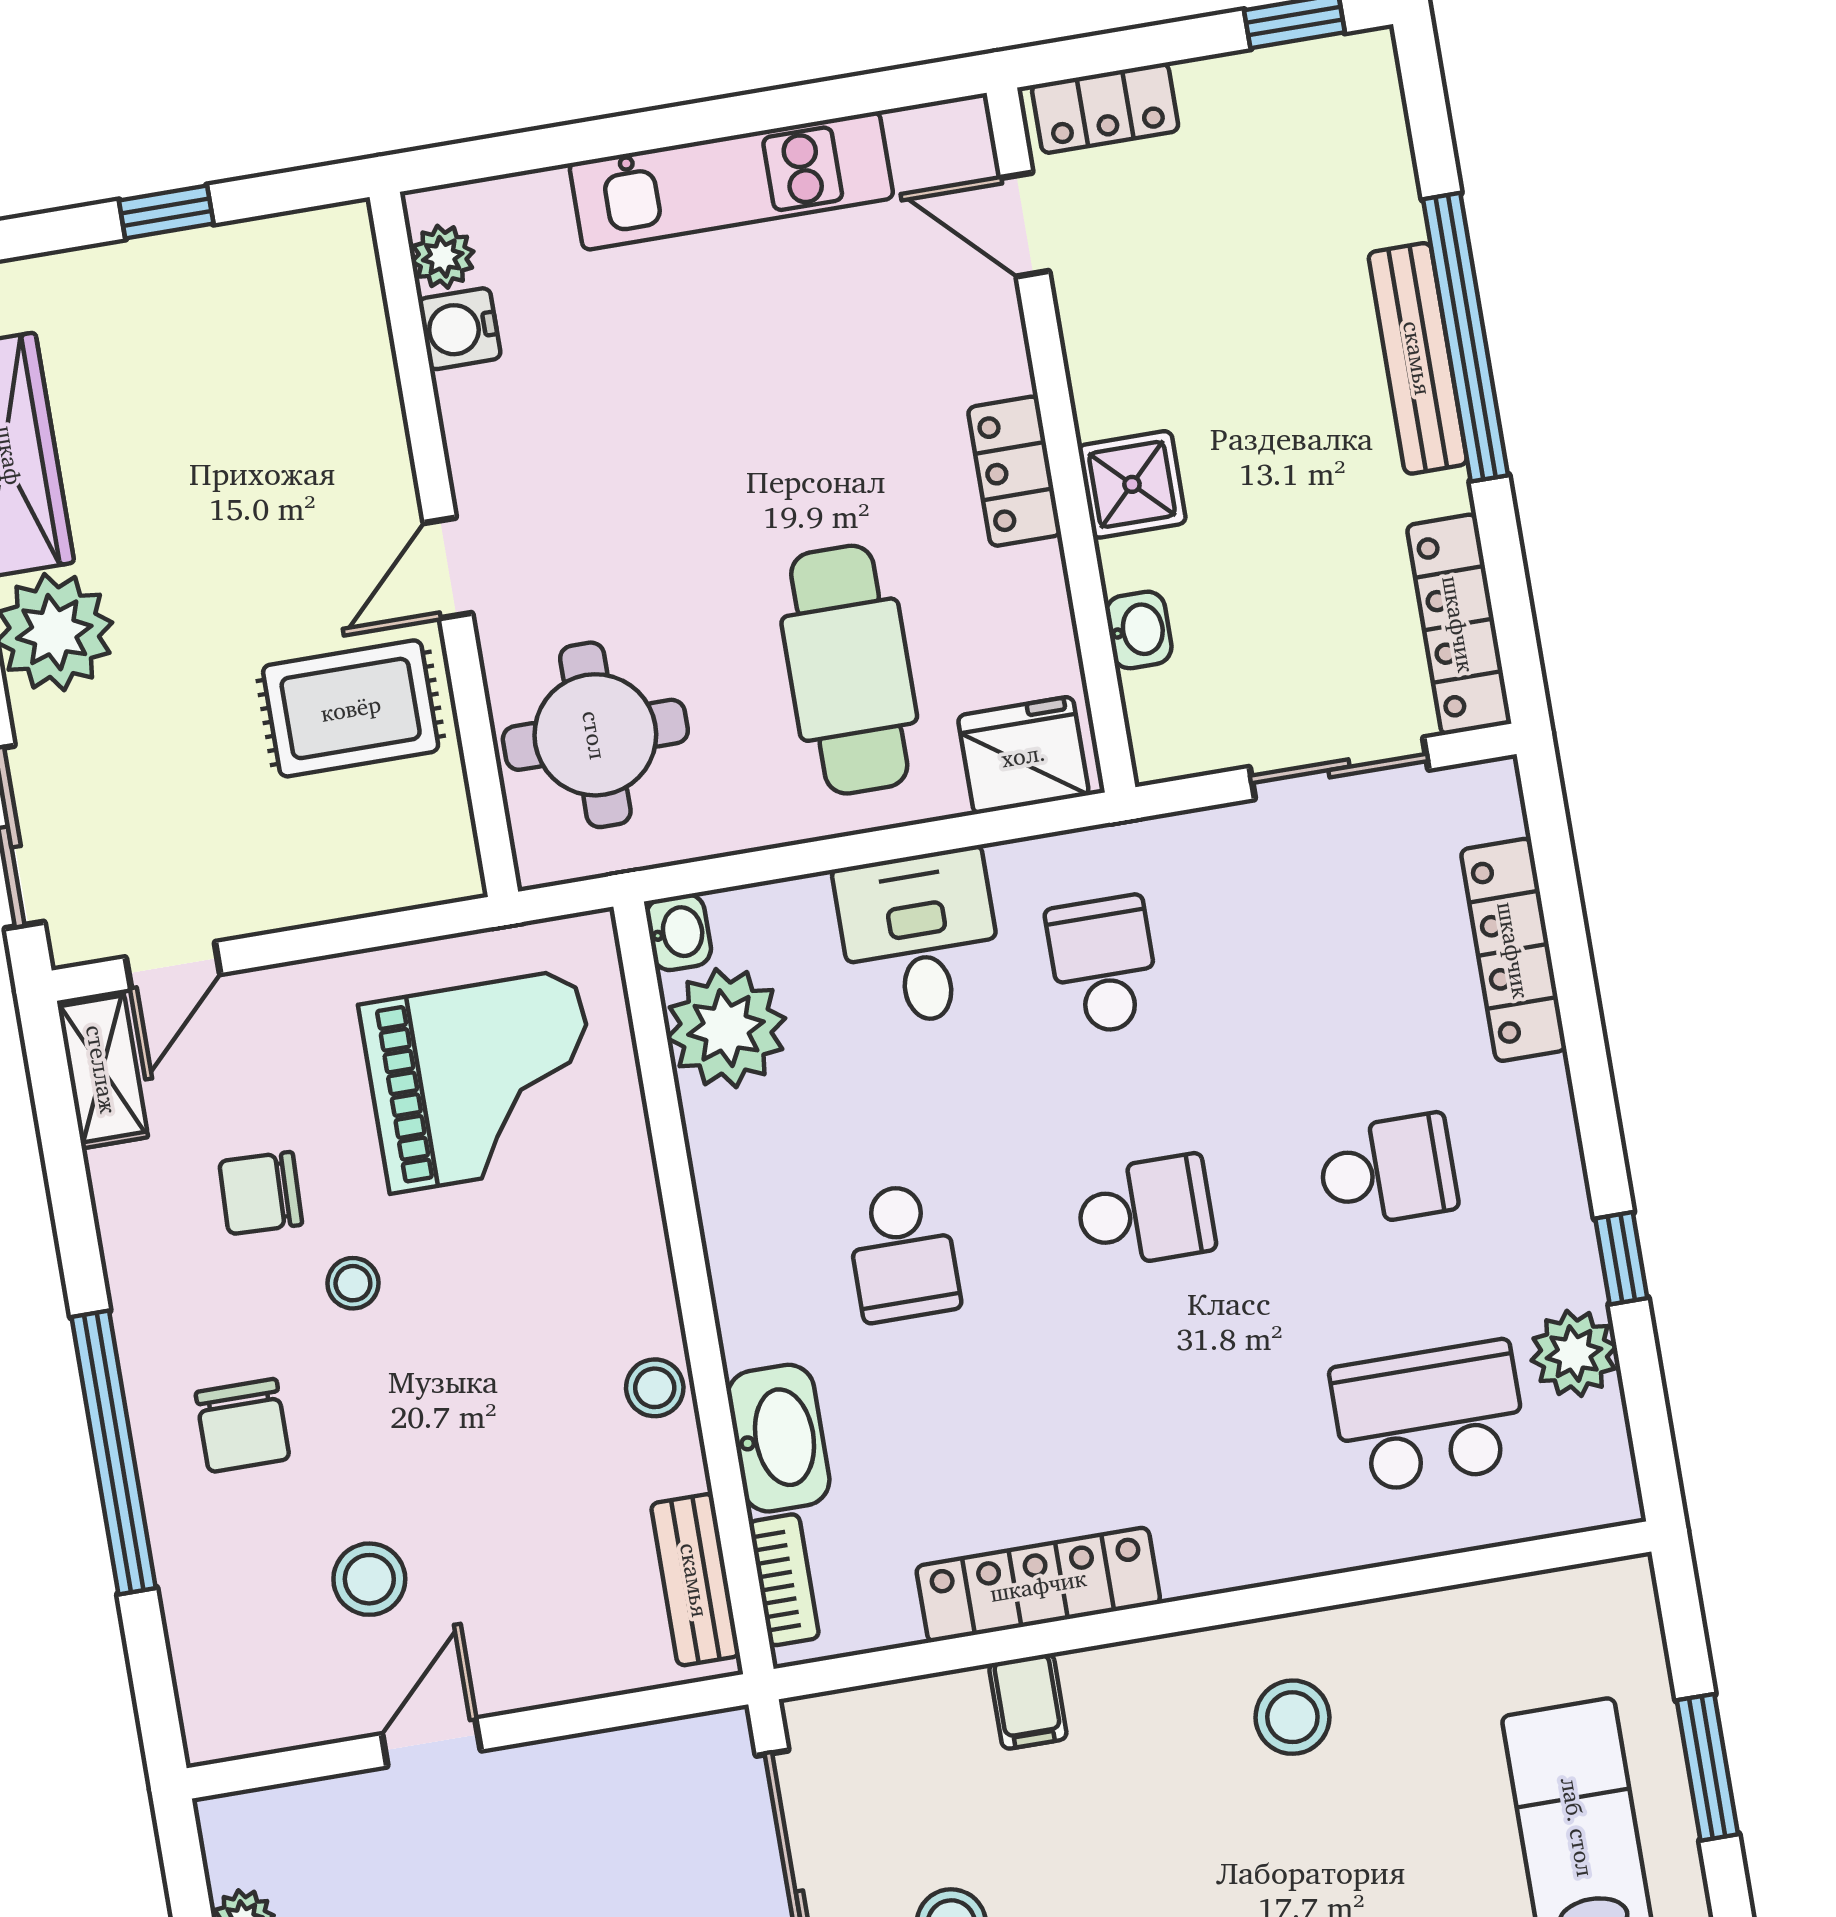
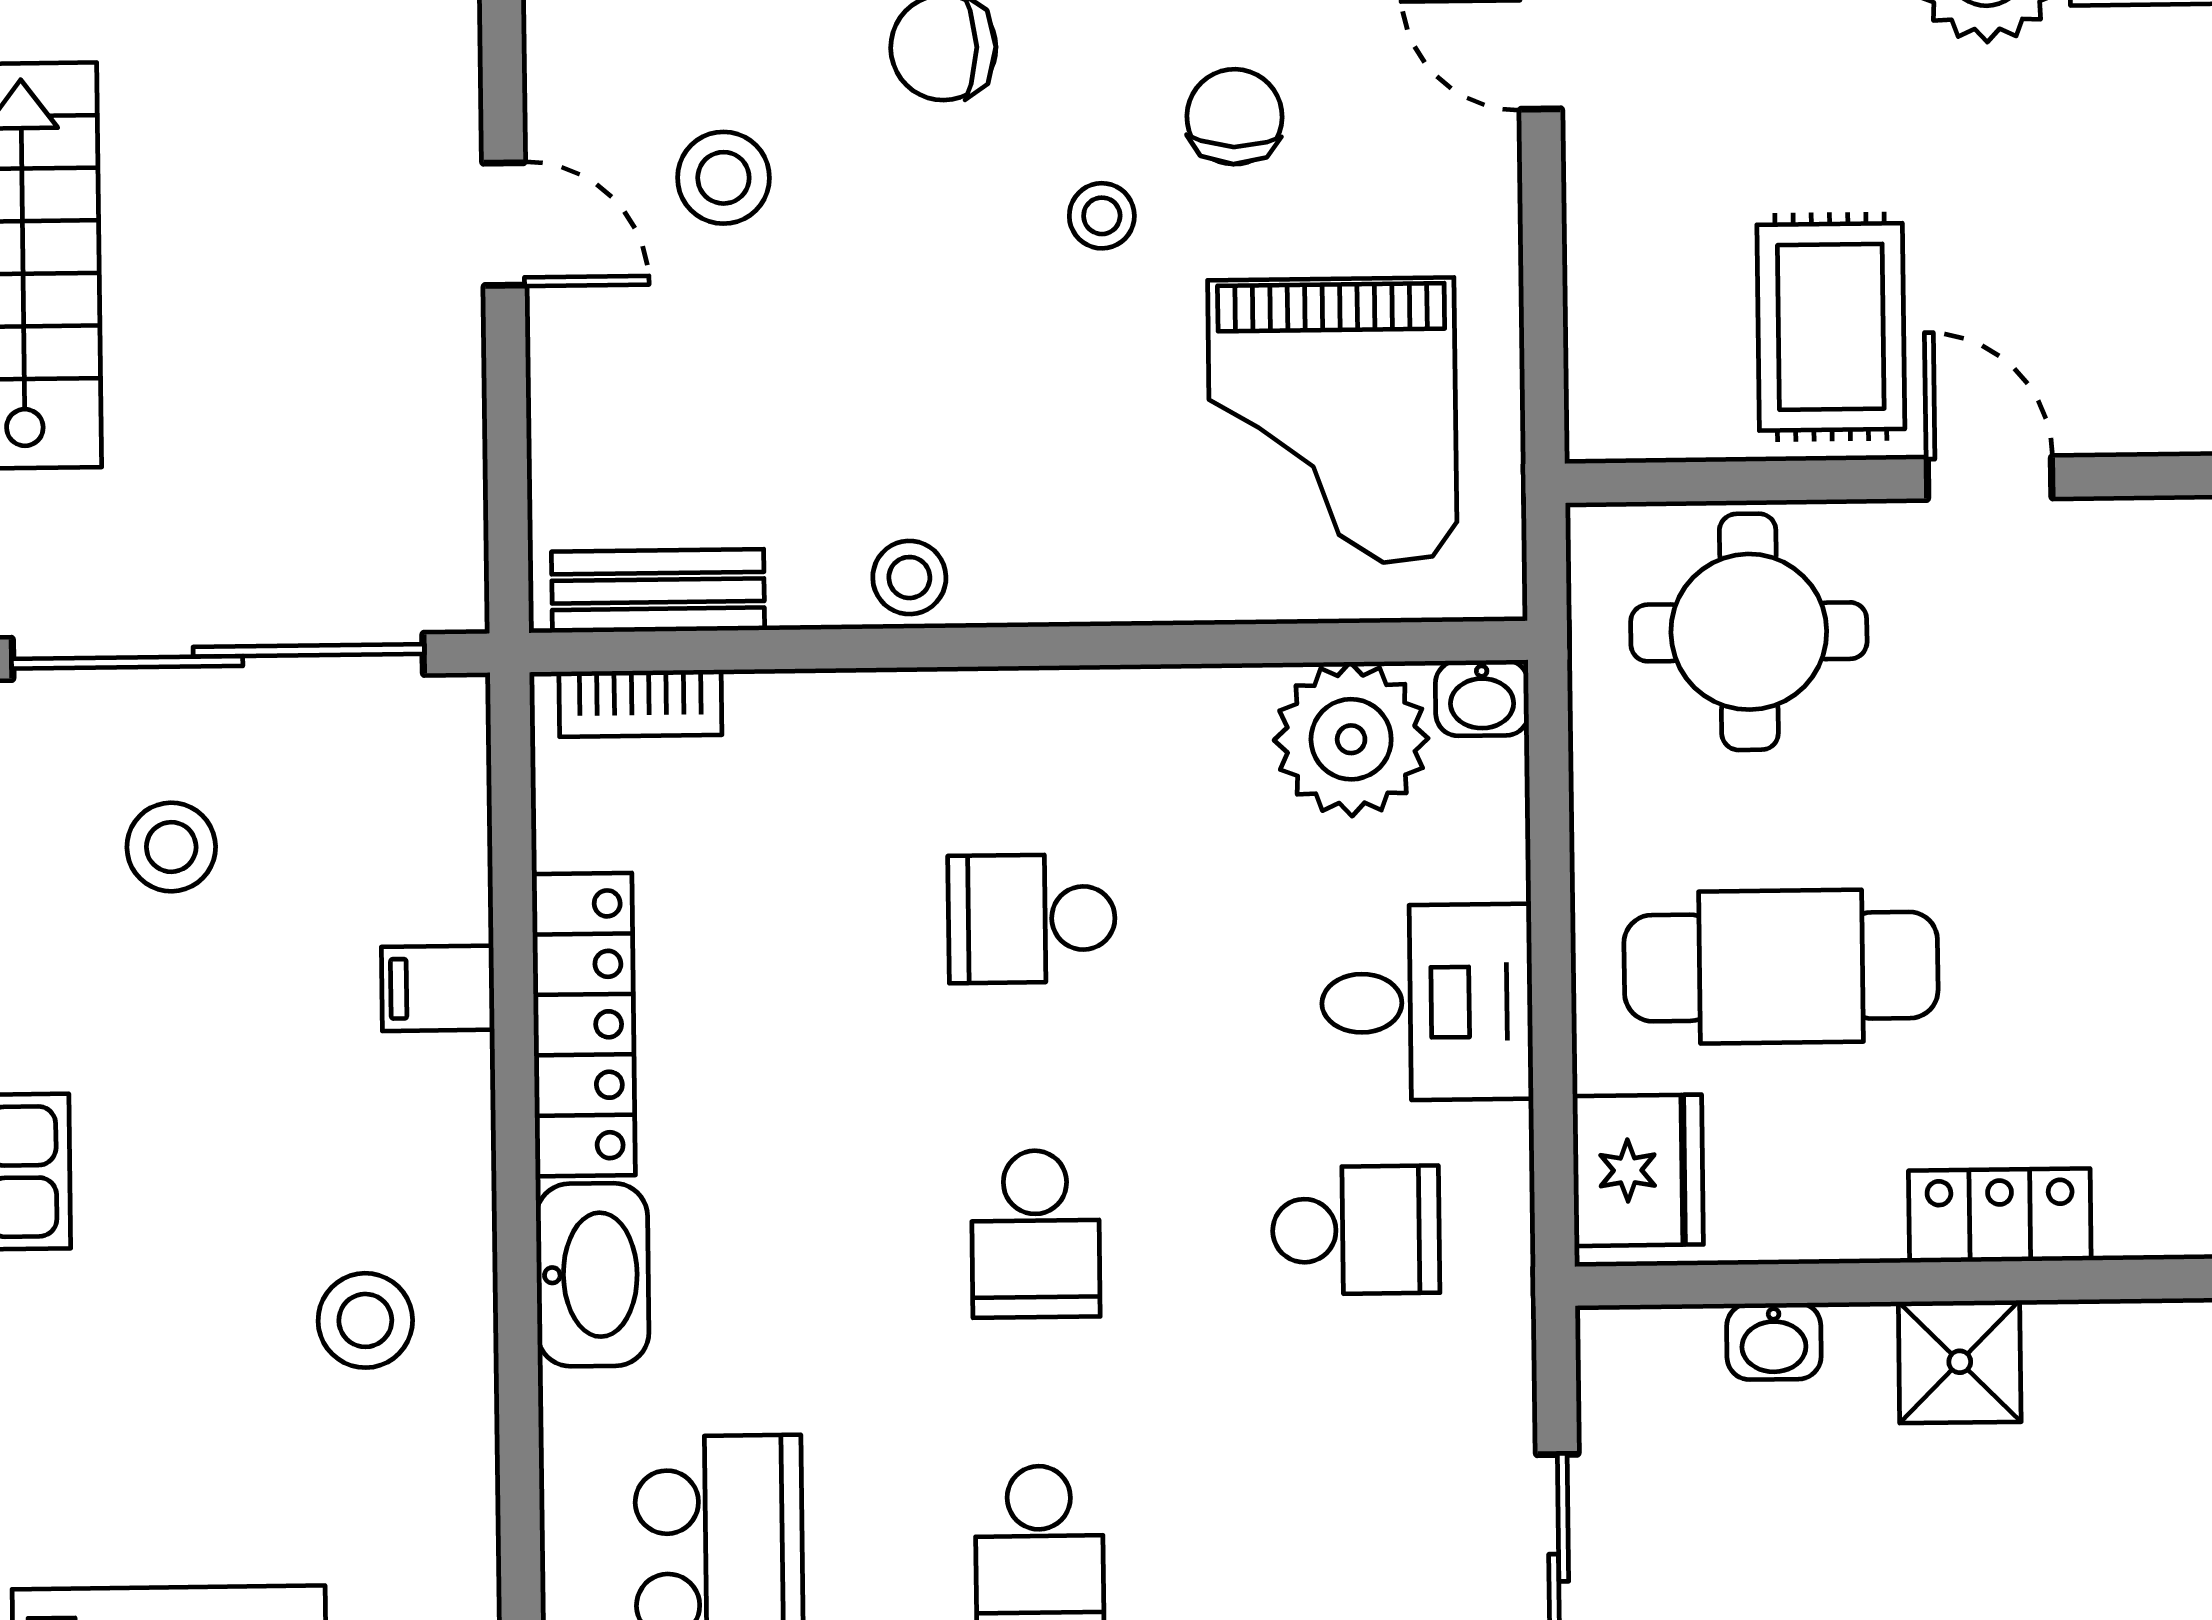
washbasin: (779, 1438) -> (592, 1275), moved, turned -90

